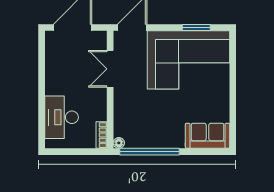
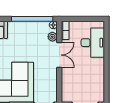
double door: (110, 69) -> (59, 55), moved
plant: (120, 126) -> (52, 37), added

